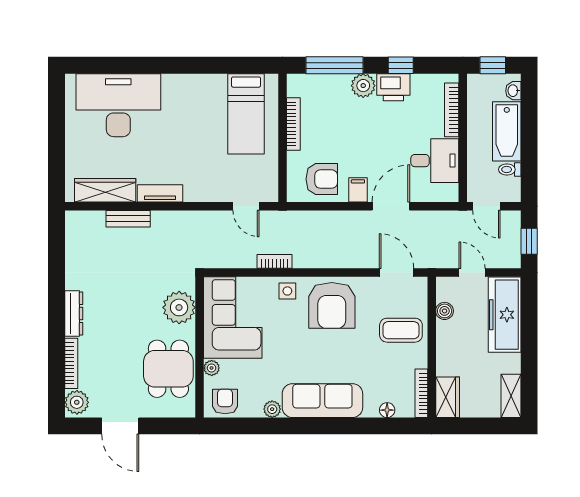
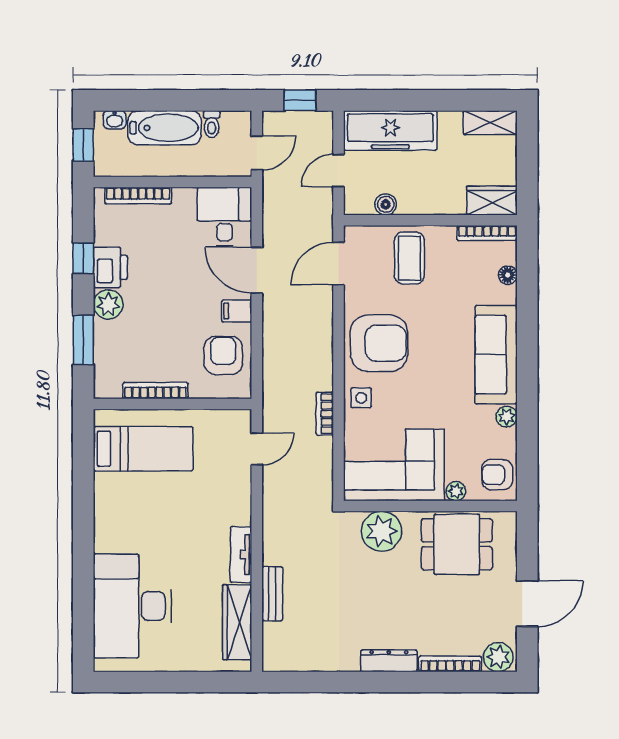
window: (334, 65) -> (83, 340), width x0.69
desk: (435, 161) -> (224, 216), moved

